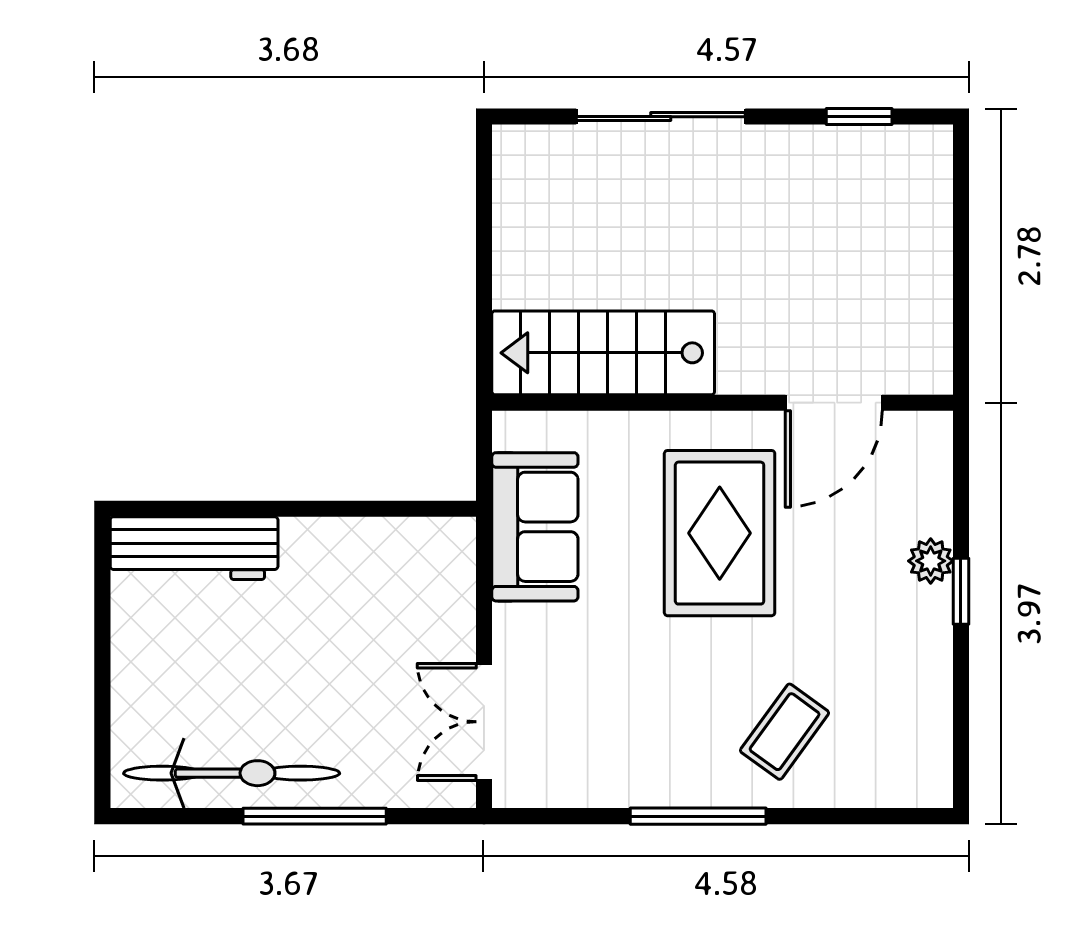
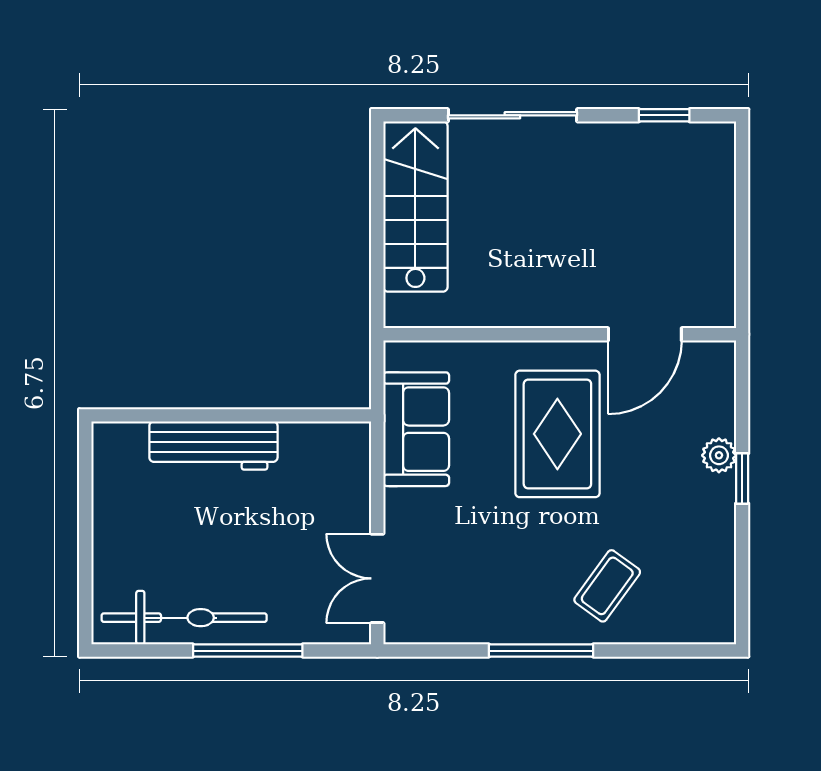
stairs: (603, 353) -> (415, 206), moved, turned 90
workbench: (194, 548) -> (213, 445), moved

